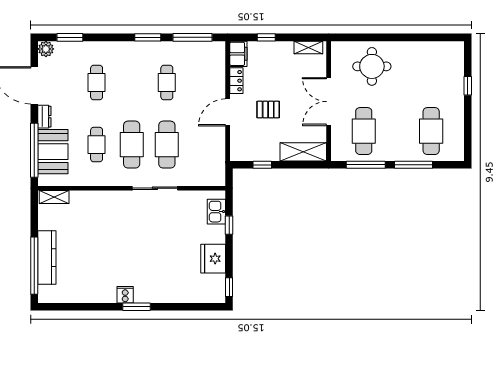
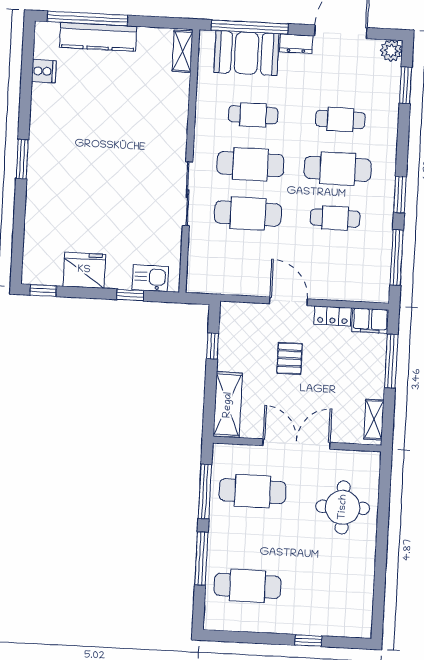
window: (266, 37) -> (391, 361), width x2.17
cafe table: (132, 83) -> (338, 169), added
cooker: (125, 295) -> (44, 71), moved

